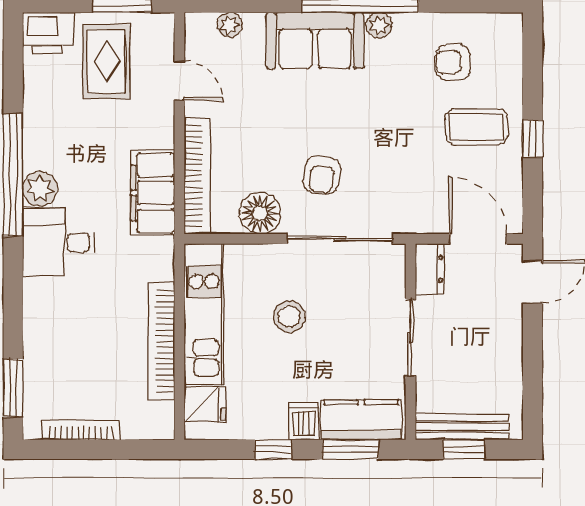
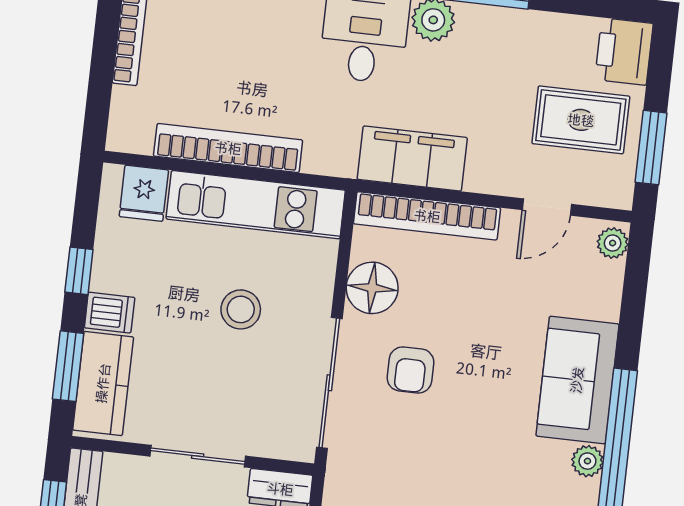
plant: (229, 25) -> (613, 243), moved
armchair: (322, 175) -> (410, 370), turned -99

